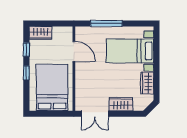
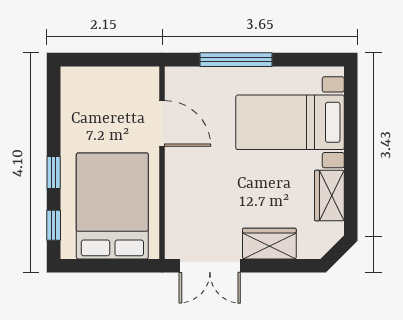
wardrobe: (41, 33) -> (86, 81), removed
window: (26, 50) -> (54, 225), moved

